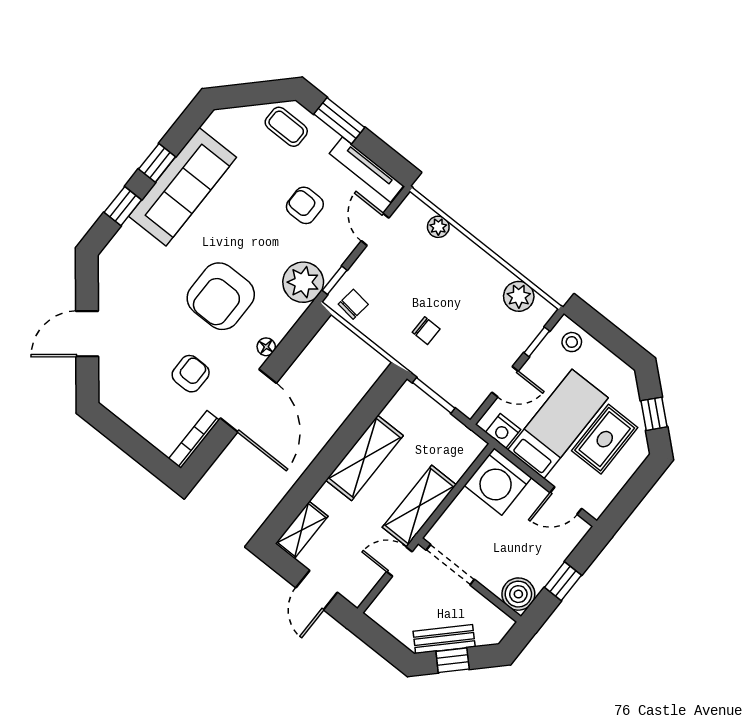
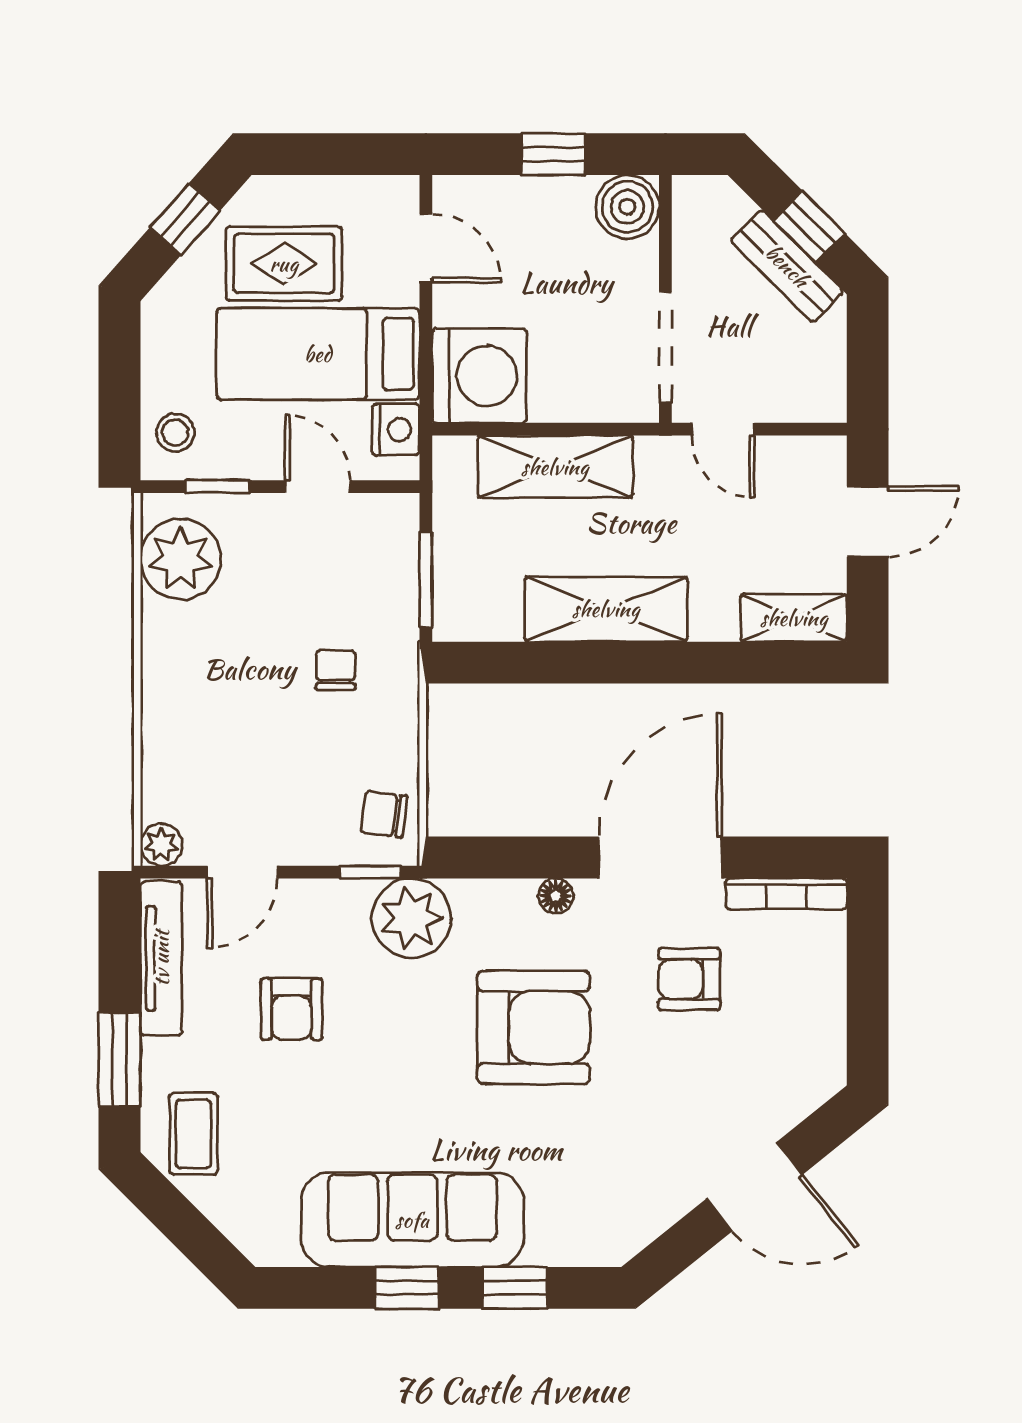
plant: (438, 227) -> (161, 845), moved
plant: (519, 296) -> (181, 559), width x1.36, depth x1.36
shelving: (419, 506) -> (555, 467), moved

